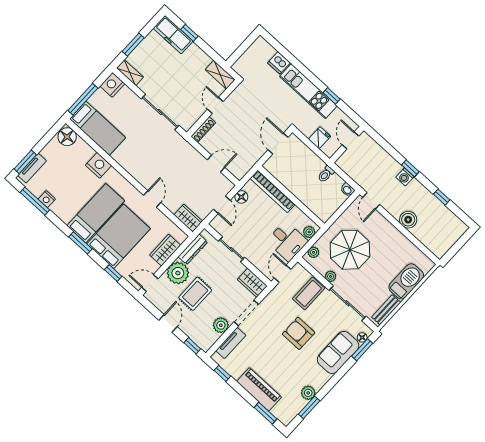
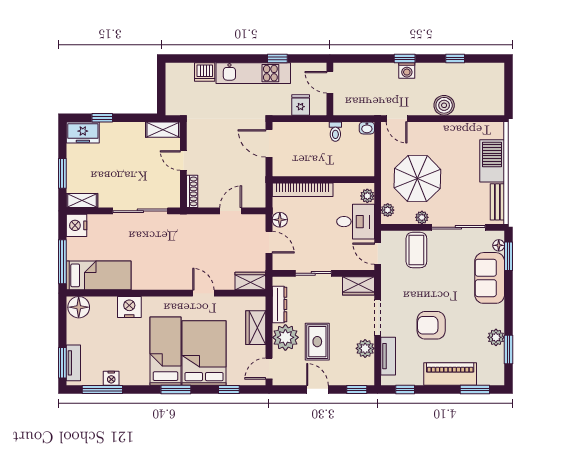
freezer: (173, 35) -> (83, 133), width x0.71
armchair: (299, 333) -> (431, 325), moved

